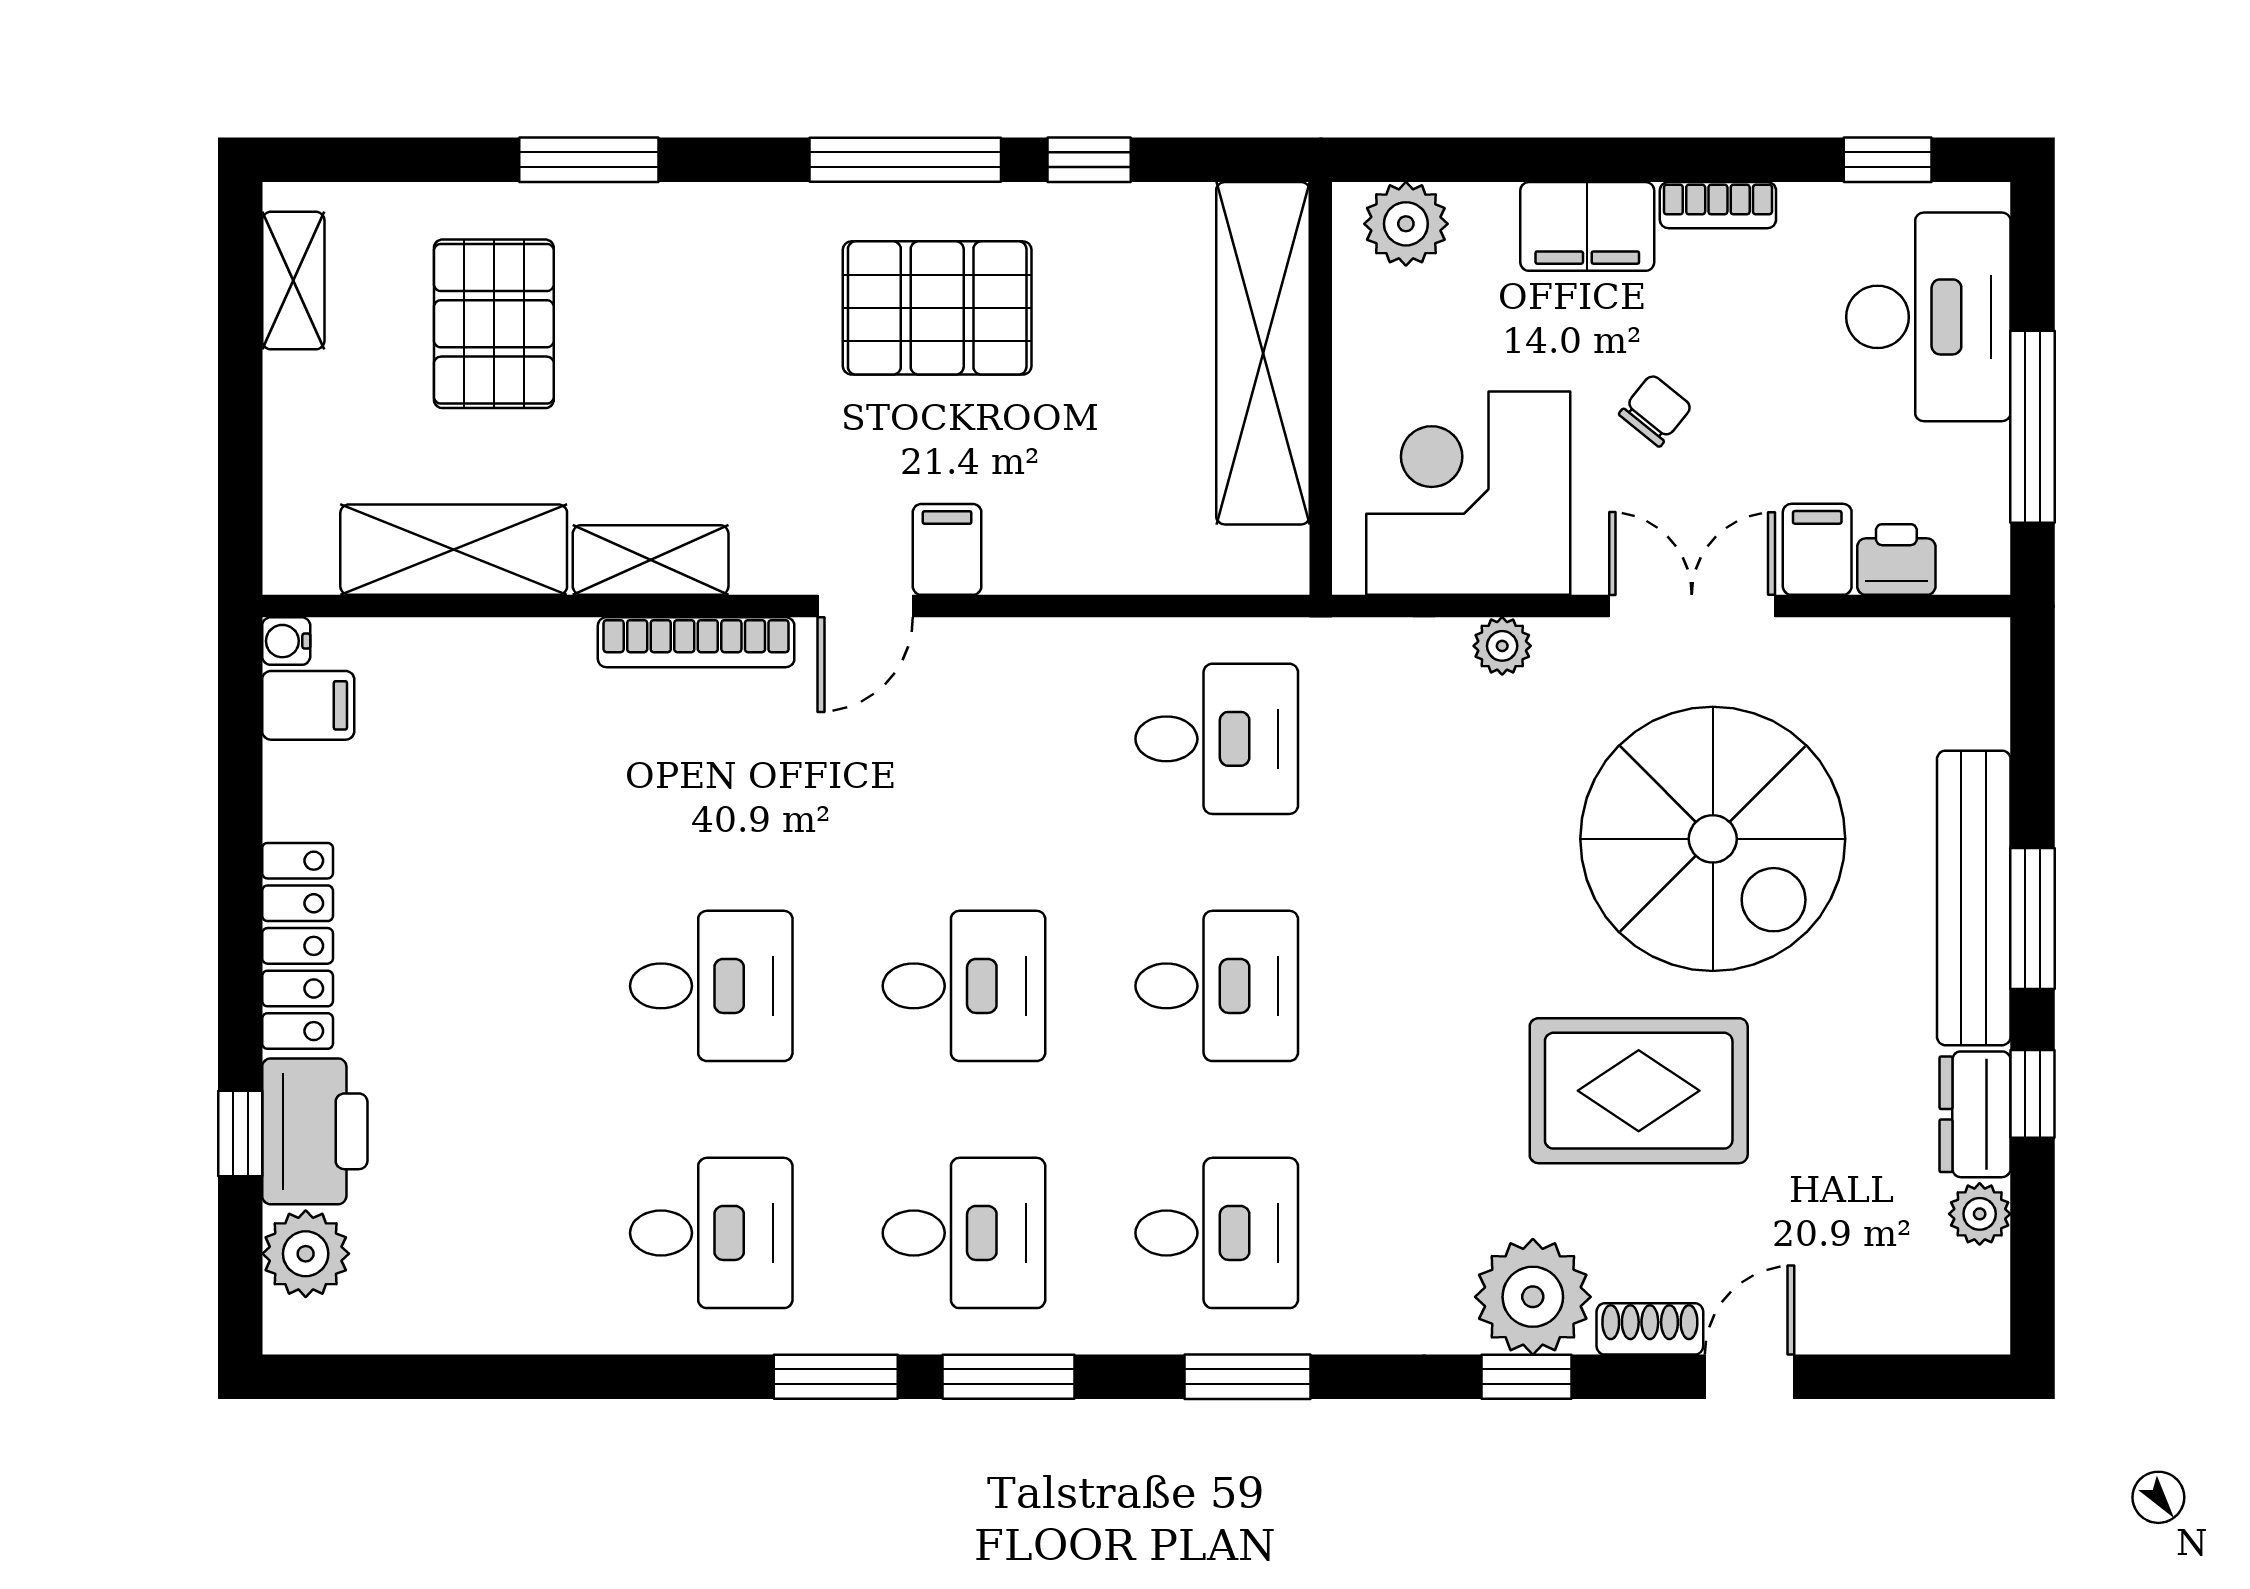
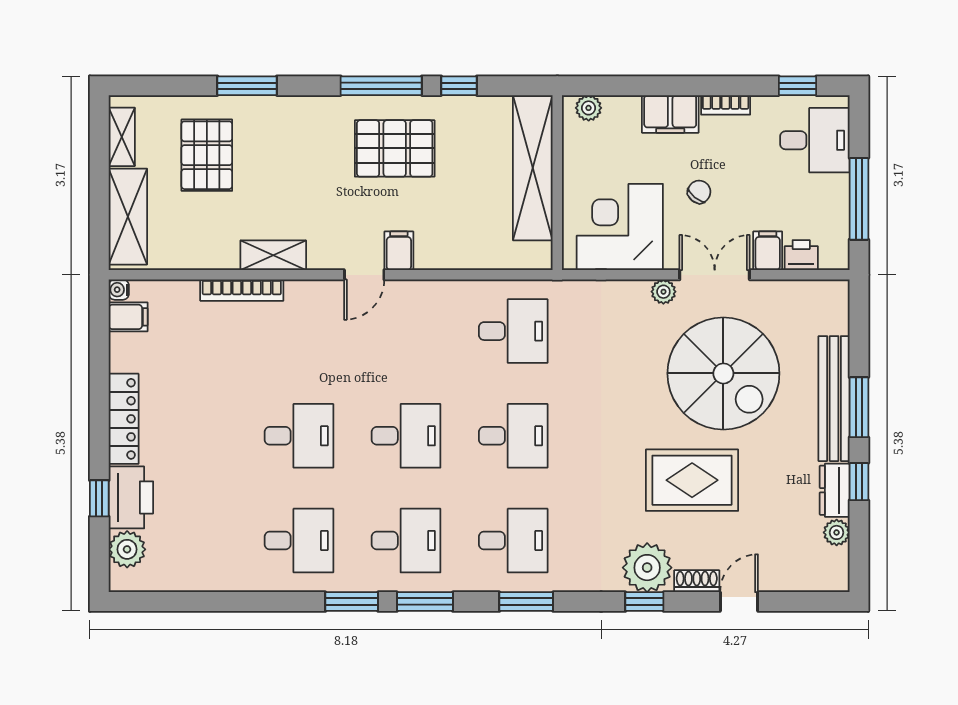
plant: (1406, 224) -> (589, 108), width x0.73, depth x0.73
desk: (1928, 317) -> (815, 140), width x0.73
shelving: (454, 550) -> (128, 217), moved, turned 90
bookcase: (696, 642) -> (242, 290), moved
plant: (1502, 646) -> (663, 292), moved

